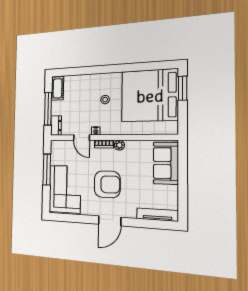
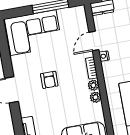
plant: (131, 145) -> (95, 97), added
armchair: (107, 184) -> (49, 80), width x0.53, depth x0.53

